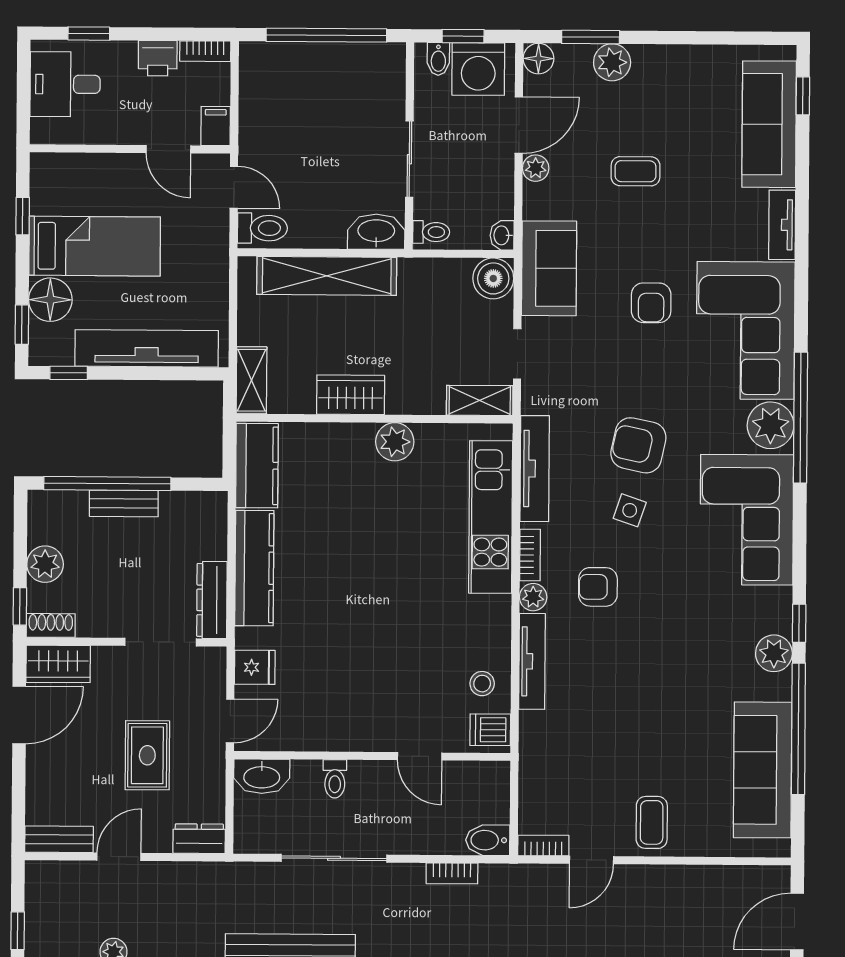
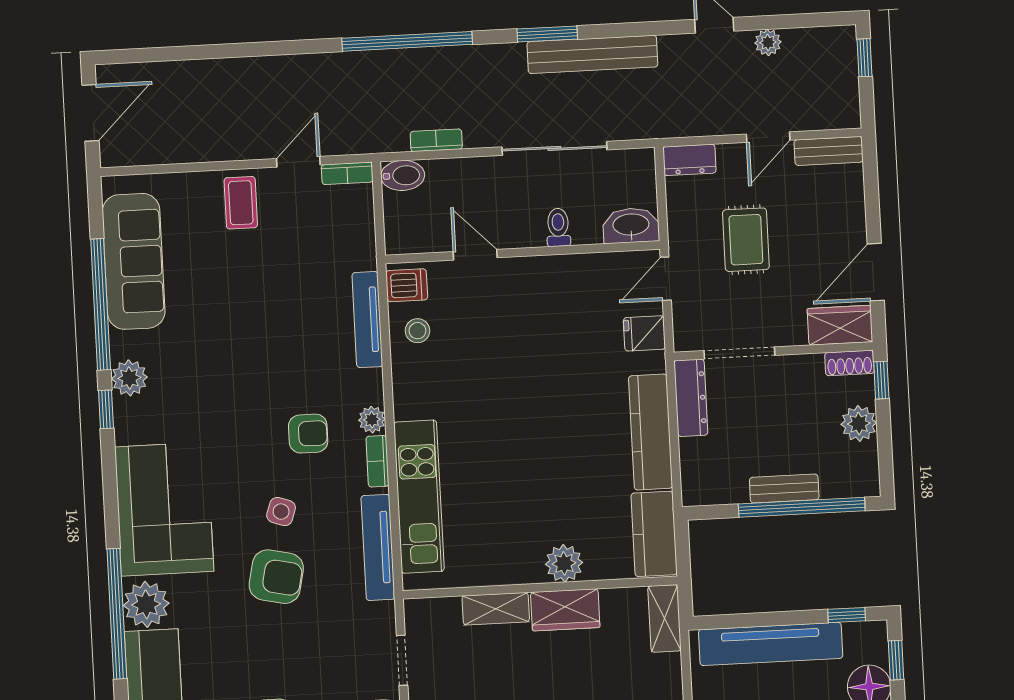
shelving: (480, 400) -> (496, 609), moved
plant: (395, 442) -> (564, 563), moved
tv unit: (532, 661) -> (367, 320), moved

